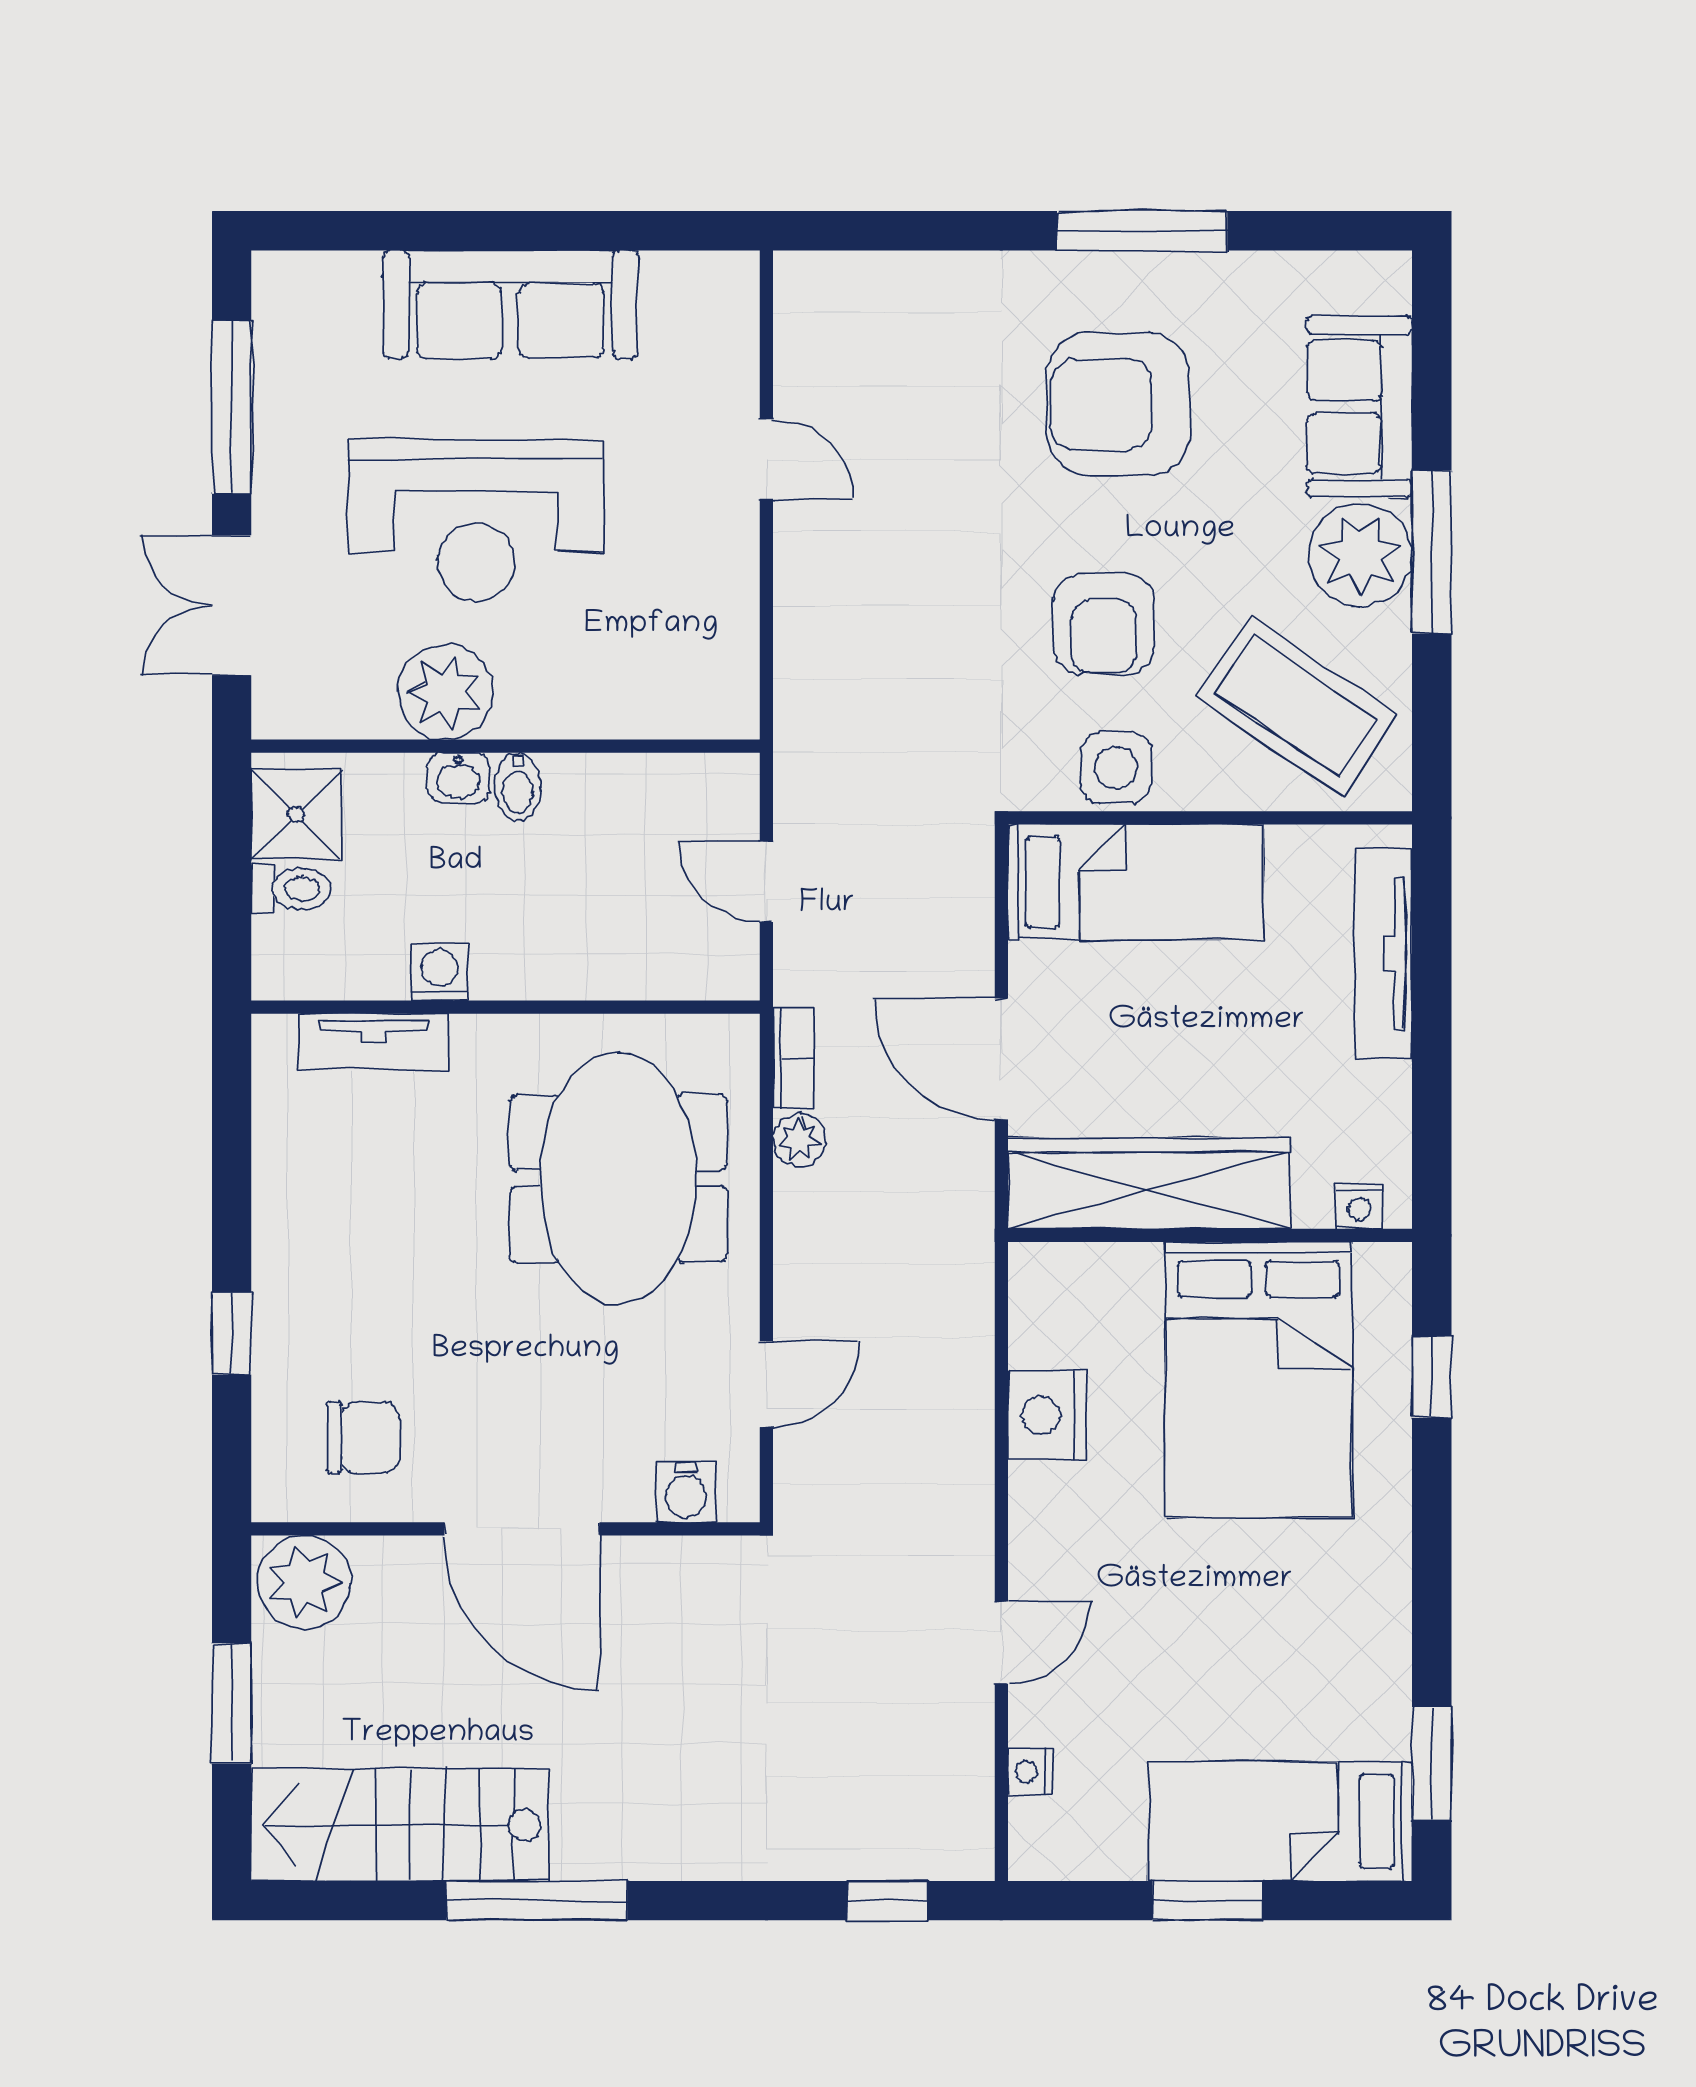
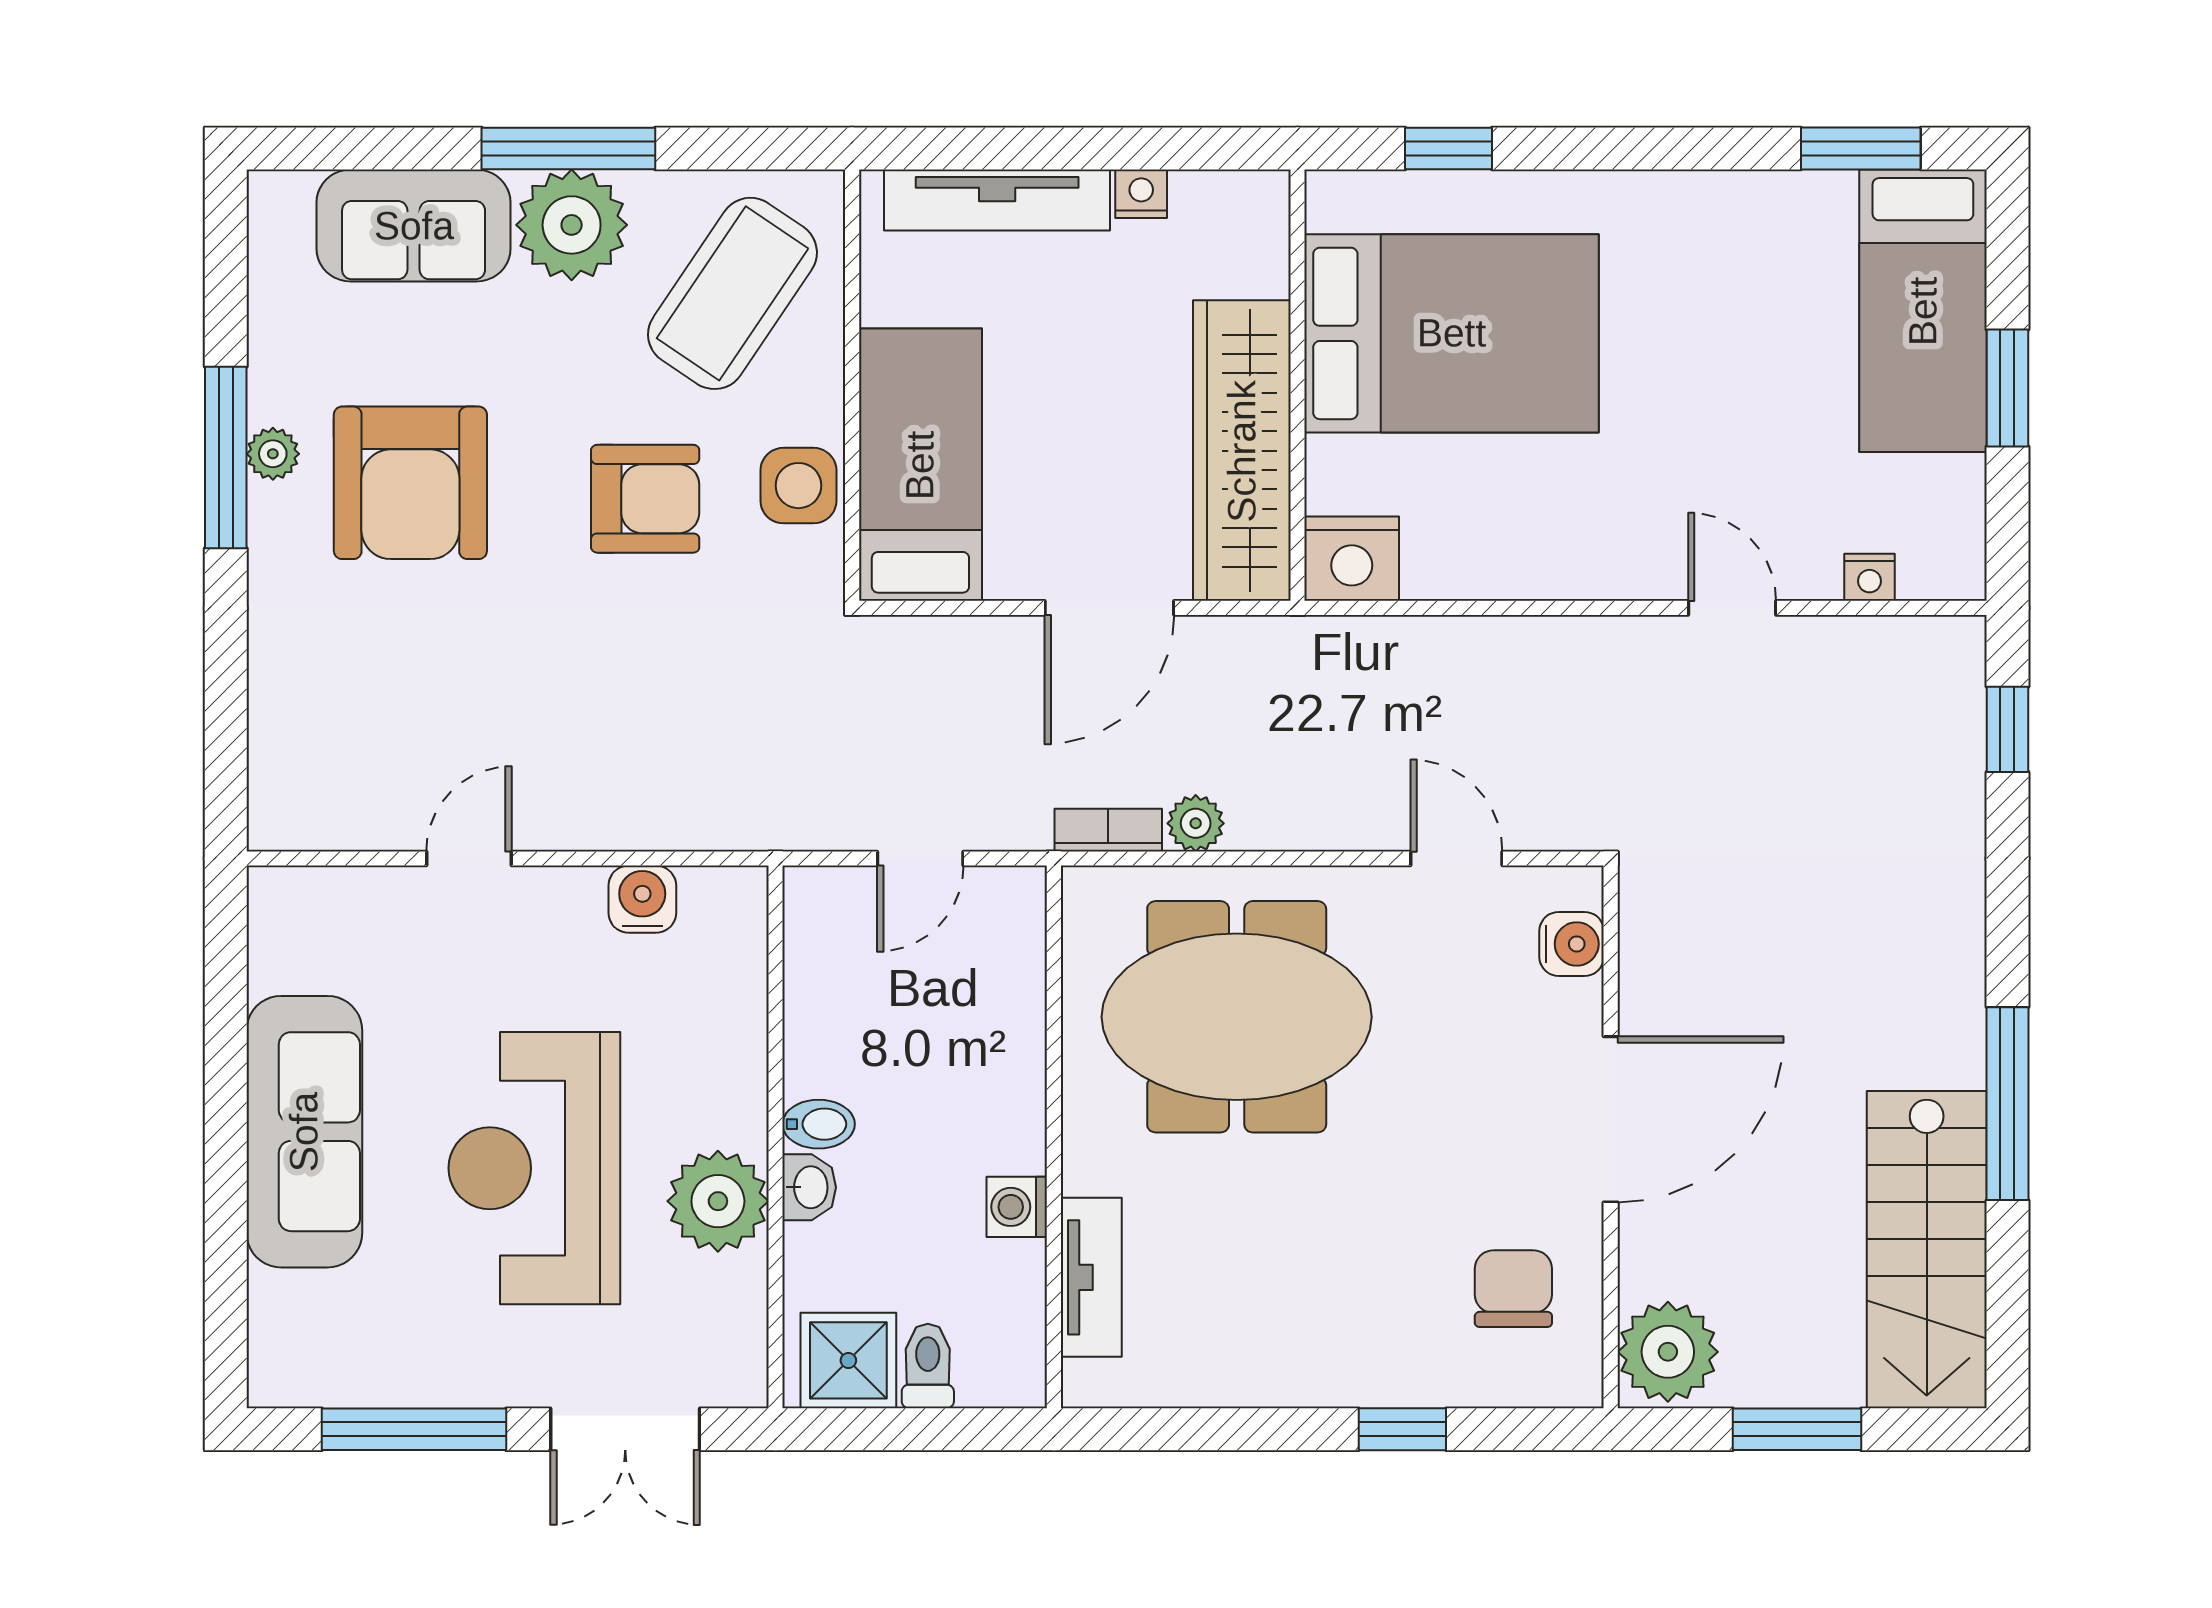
plant: (1146, 275) -> (273, 454), added
reception desk: (476, 520) -> (534, 1168), turned 180
water cooler: (728, 621) -> (642, 899), added
nightstand: (1359, 1206) -> (1141, 194), moved, turned -90
nightstand: (1048, 1415) -> (1352, 559), moved

